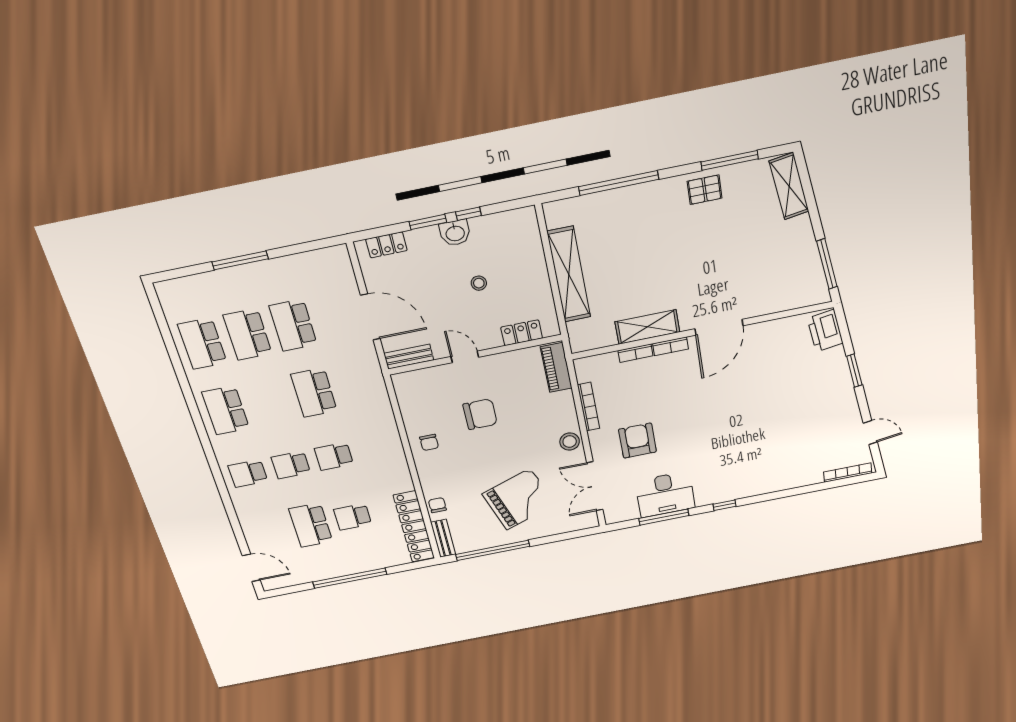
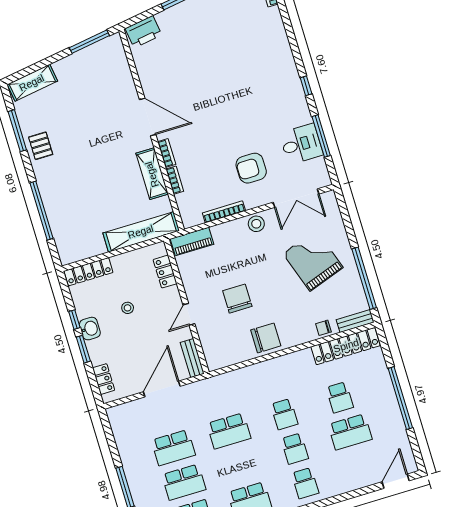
locker: (531, 238) -> (88, 272), added
shelving: (569, 275) -> (141, 232), moved
chair: (429, 442) -> (266, 338), width x1.87, depth x1.87
desk: (665, 494) -> (301, 144), width x0.73

